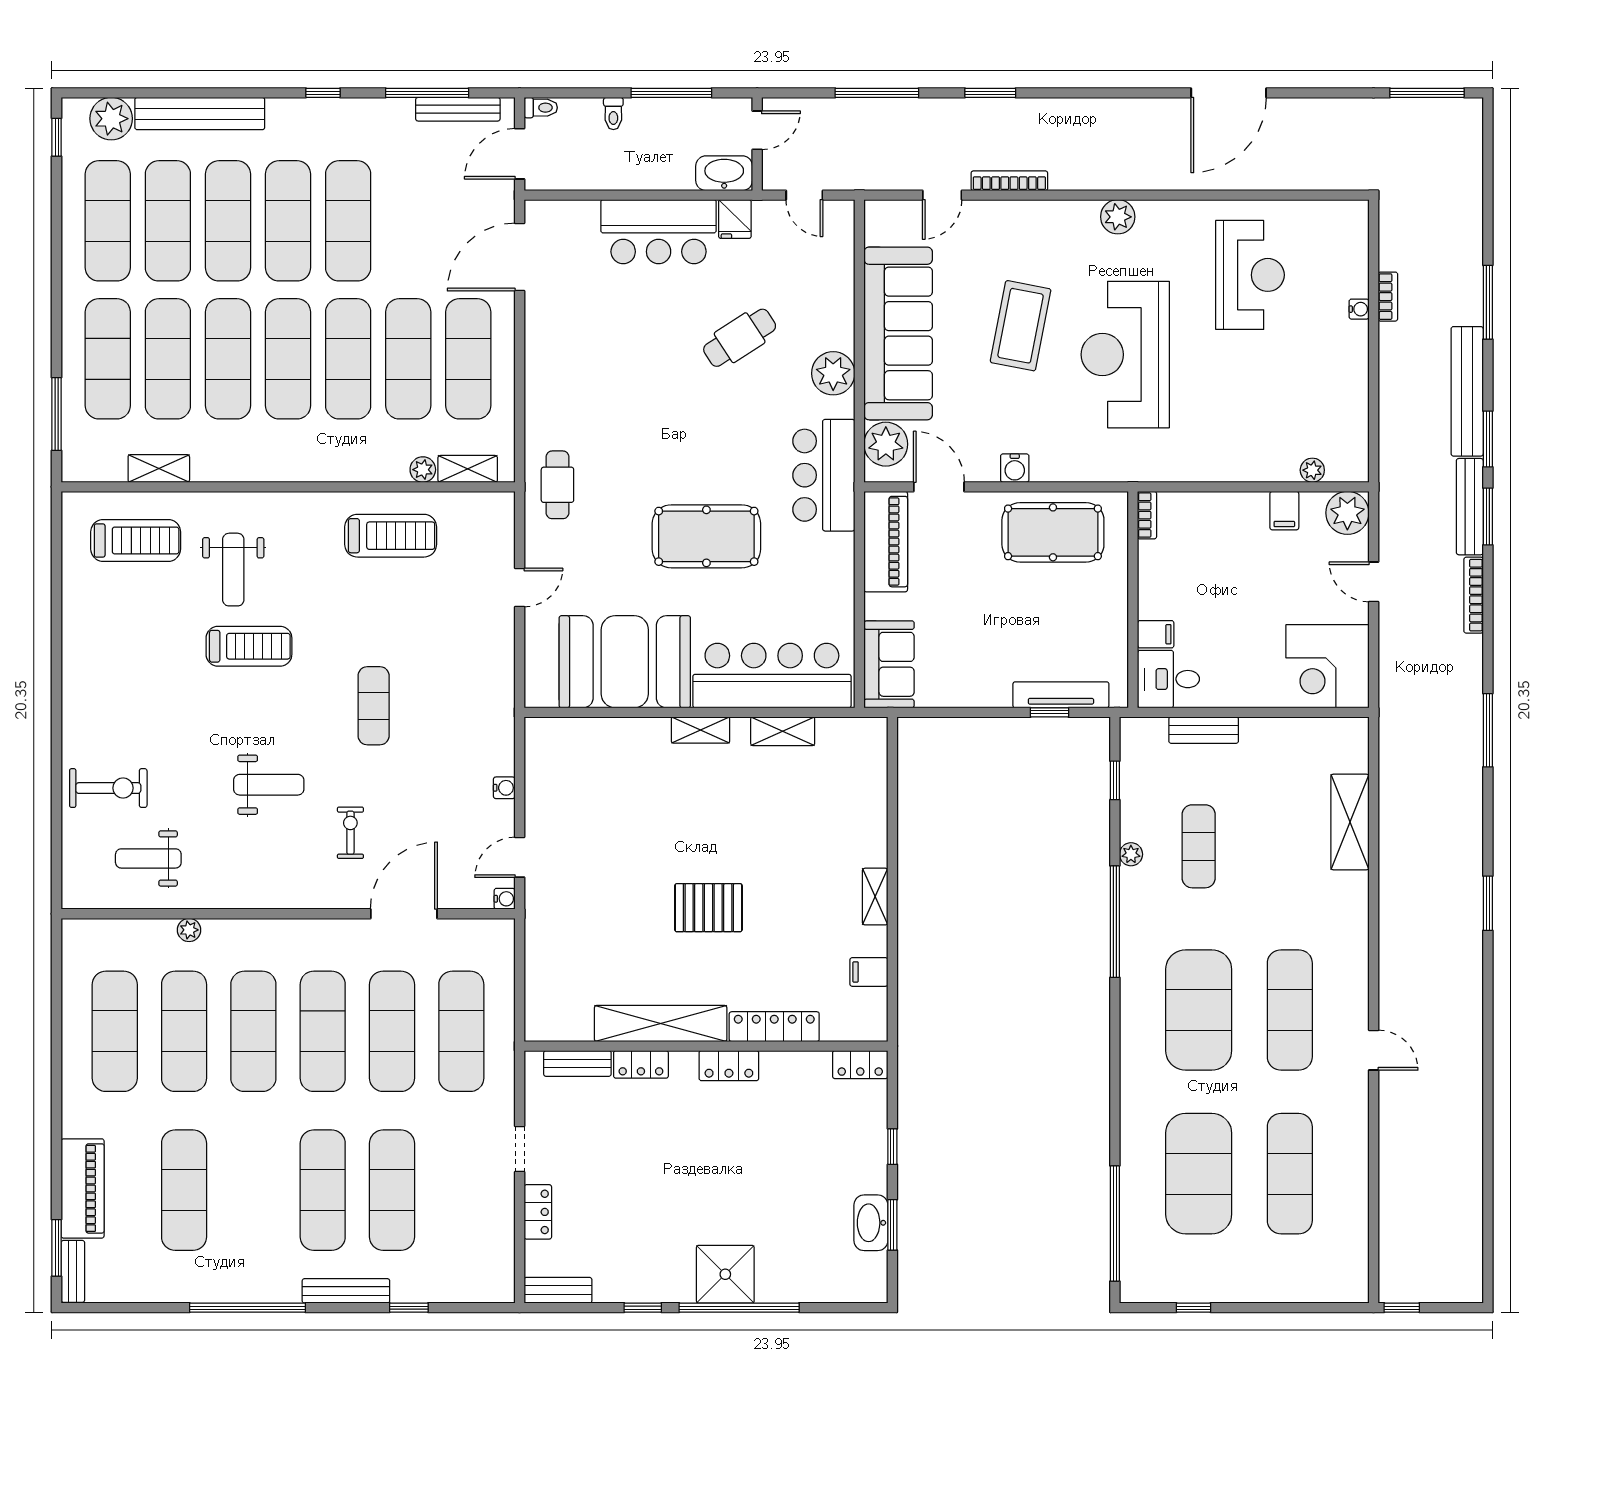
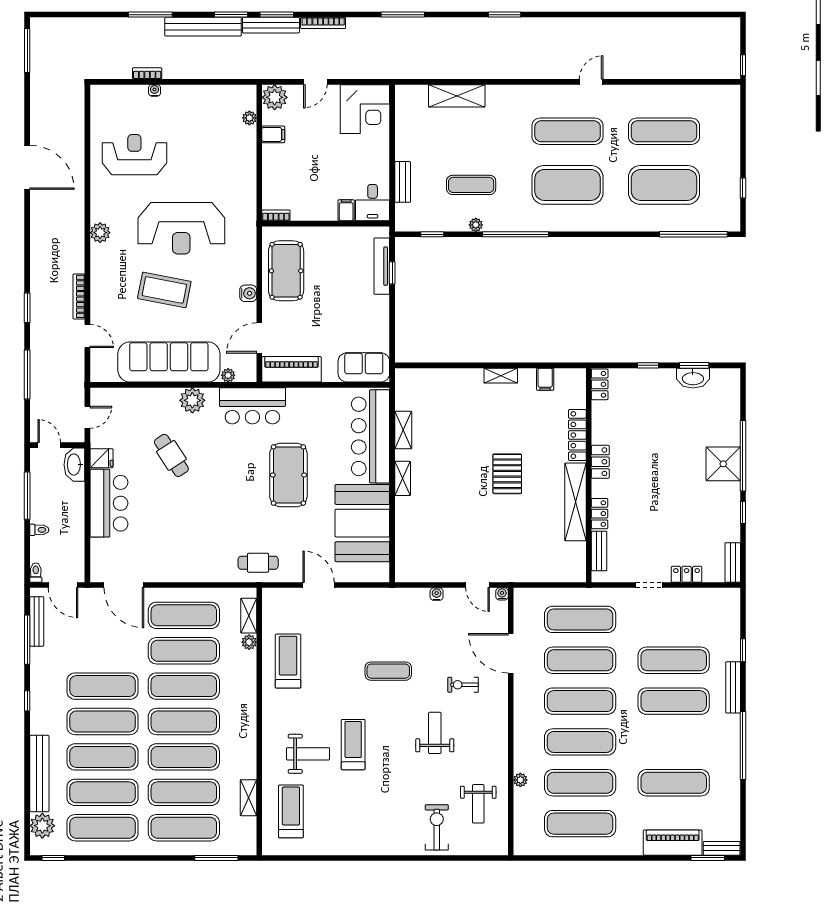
plant: (886, 444) -> (228, 375), width x0.53, depth x0.53
door: (520, 588) -> (319, 585), width x1.38

